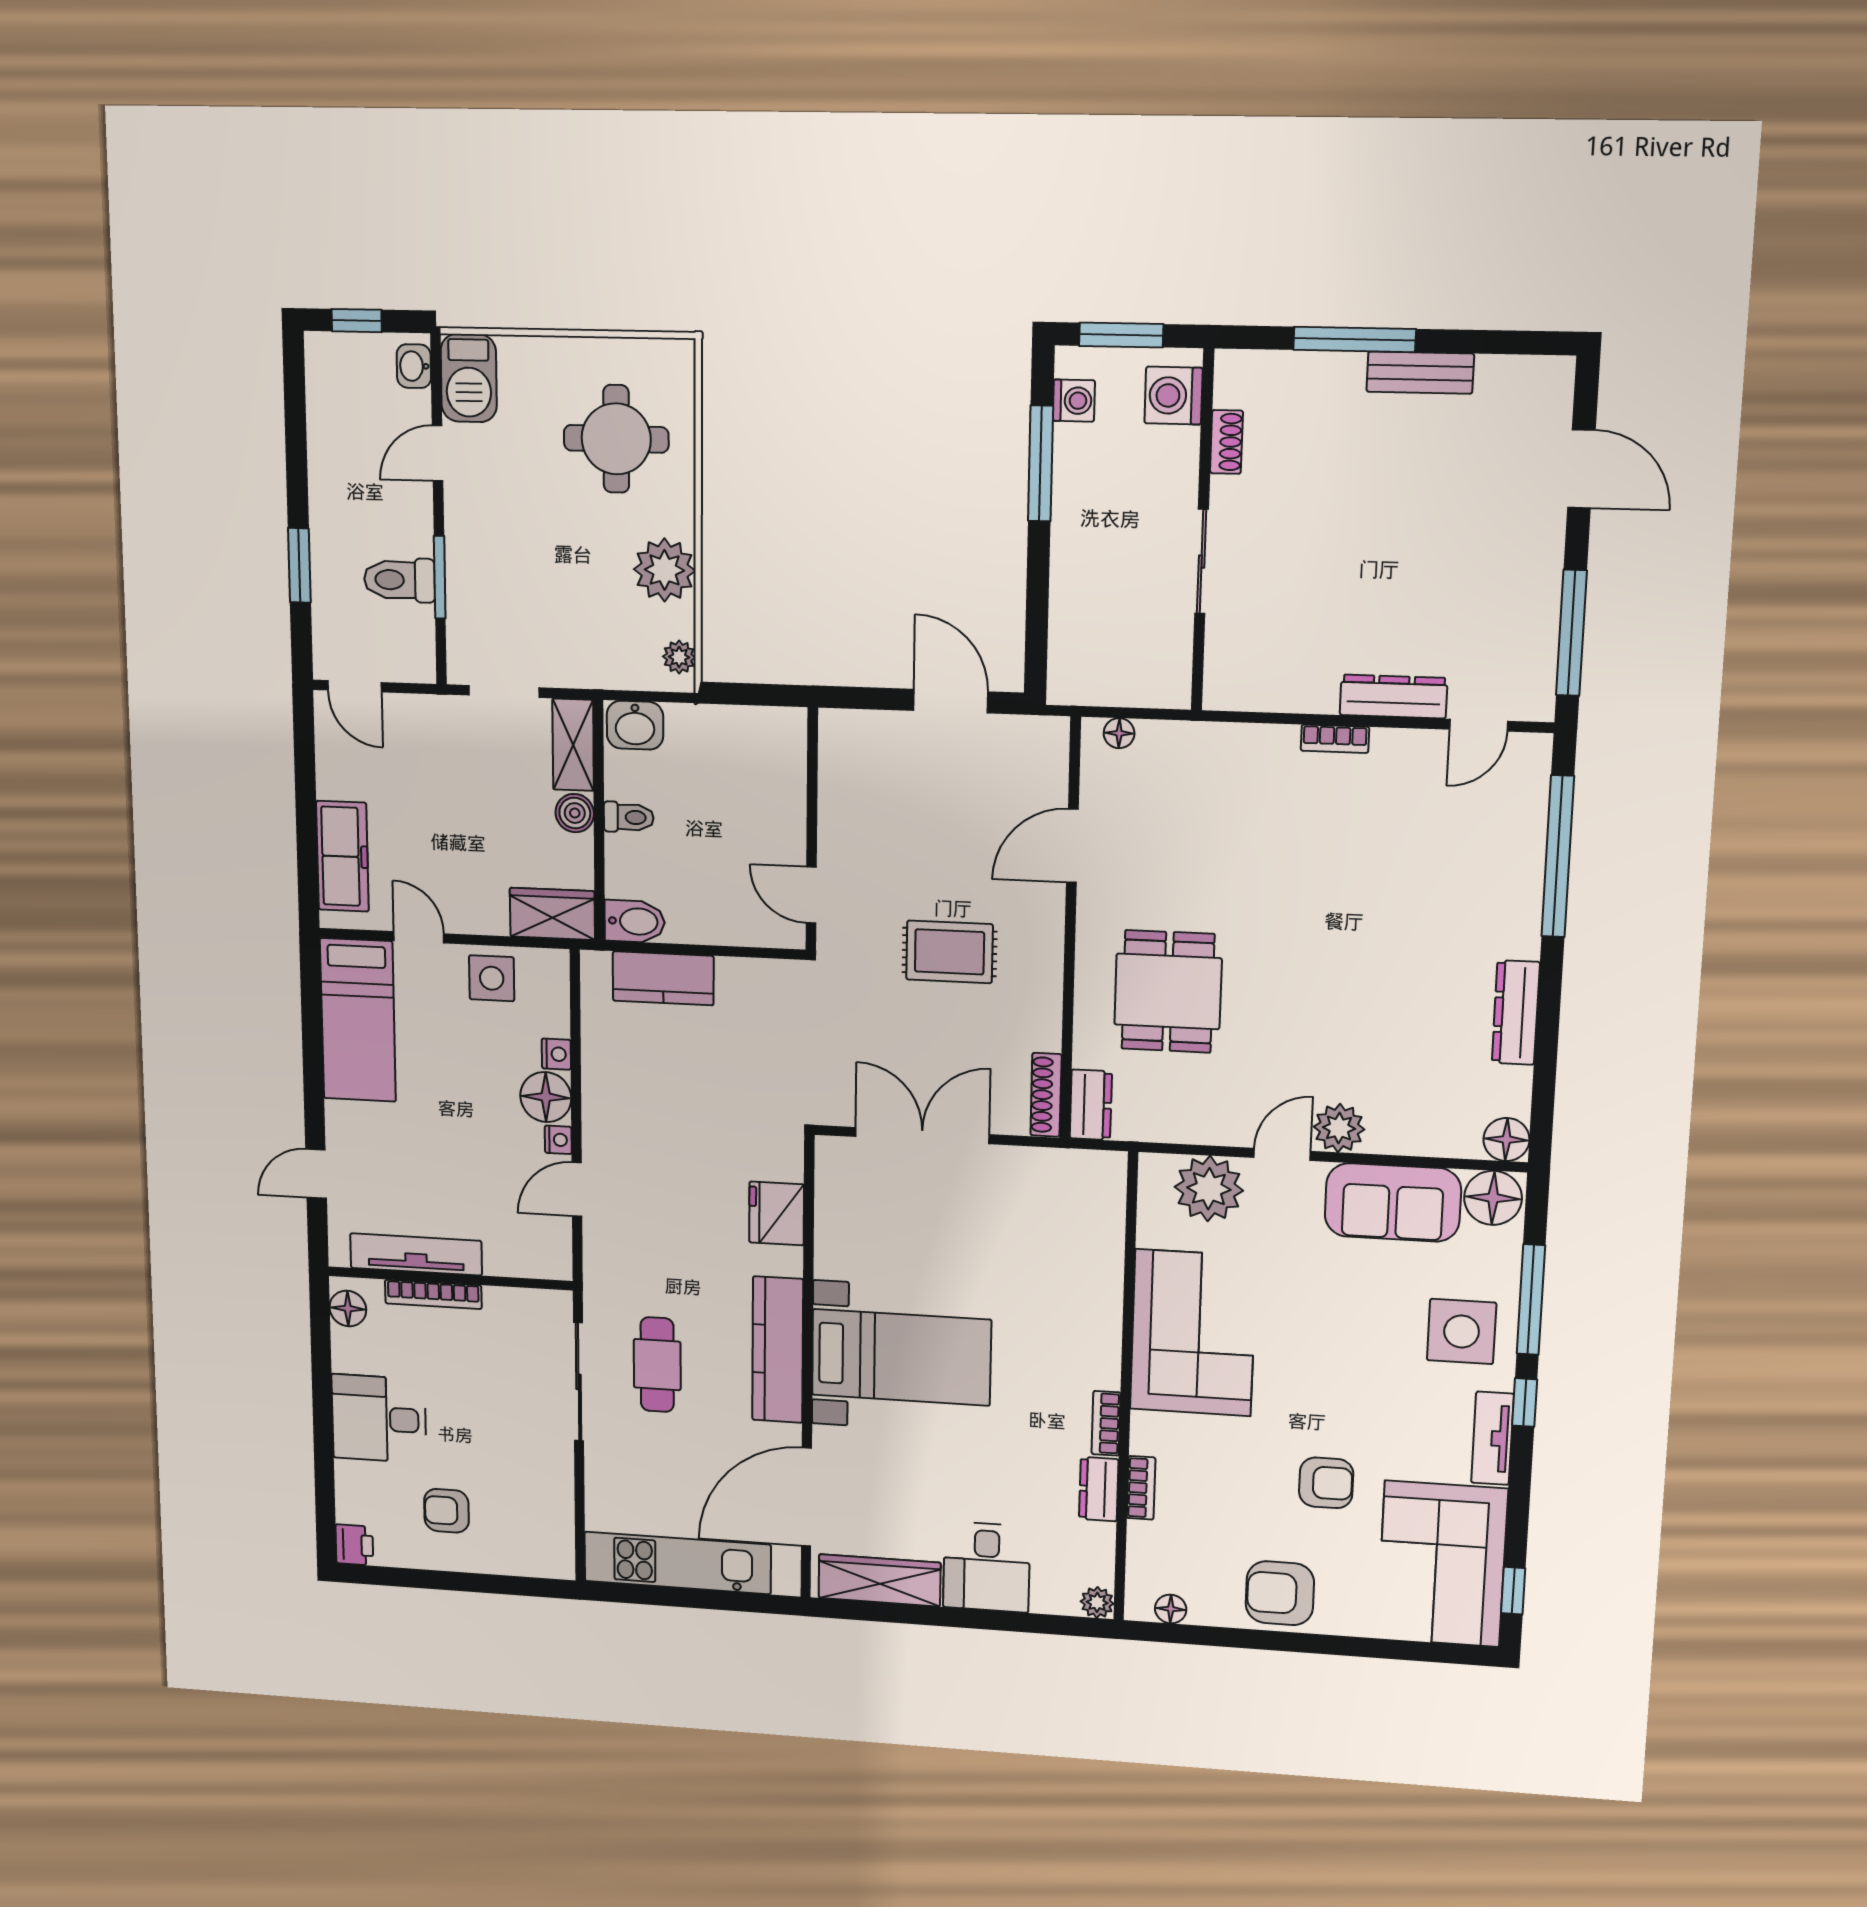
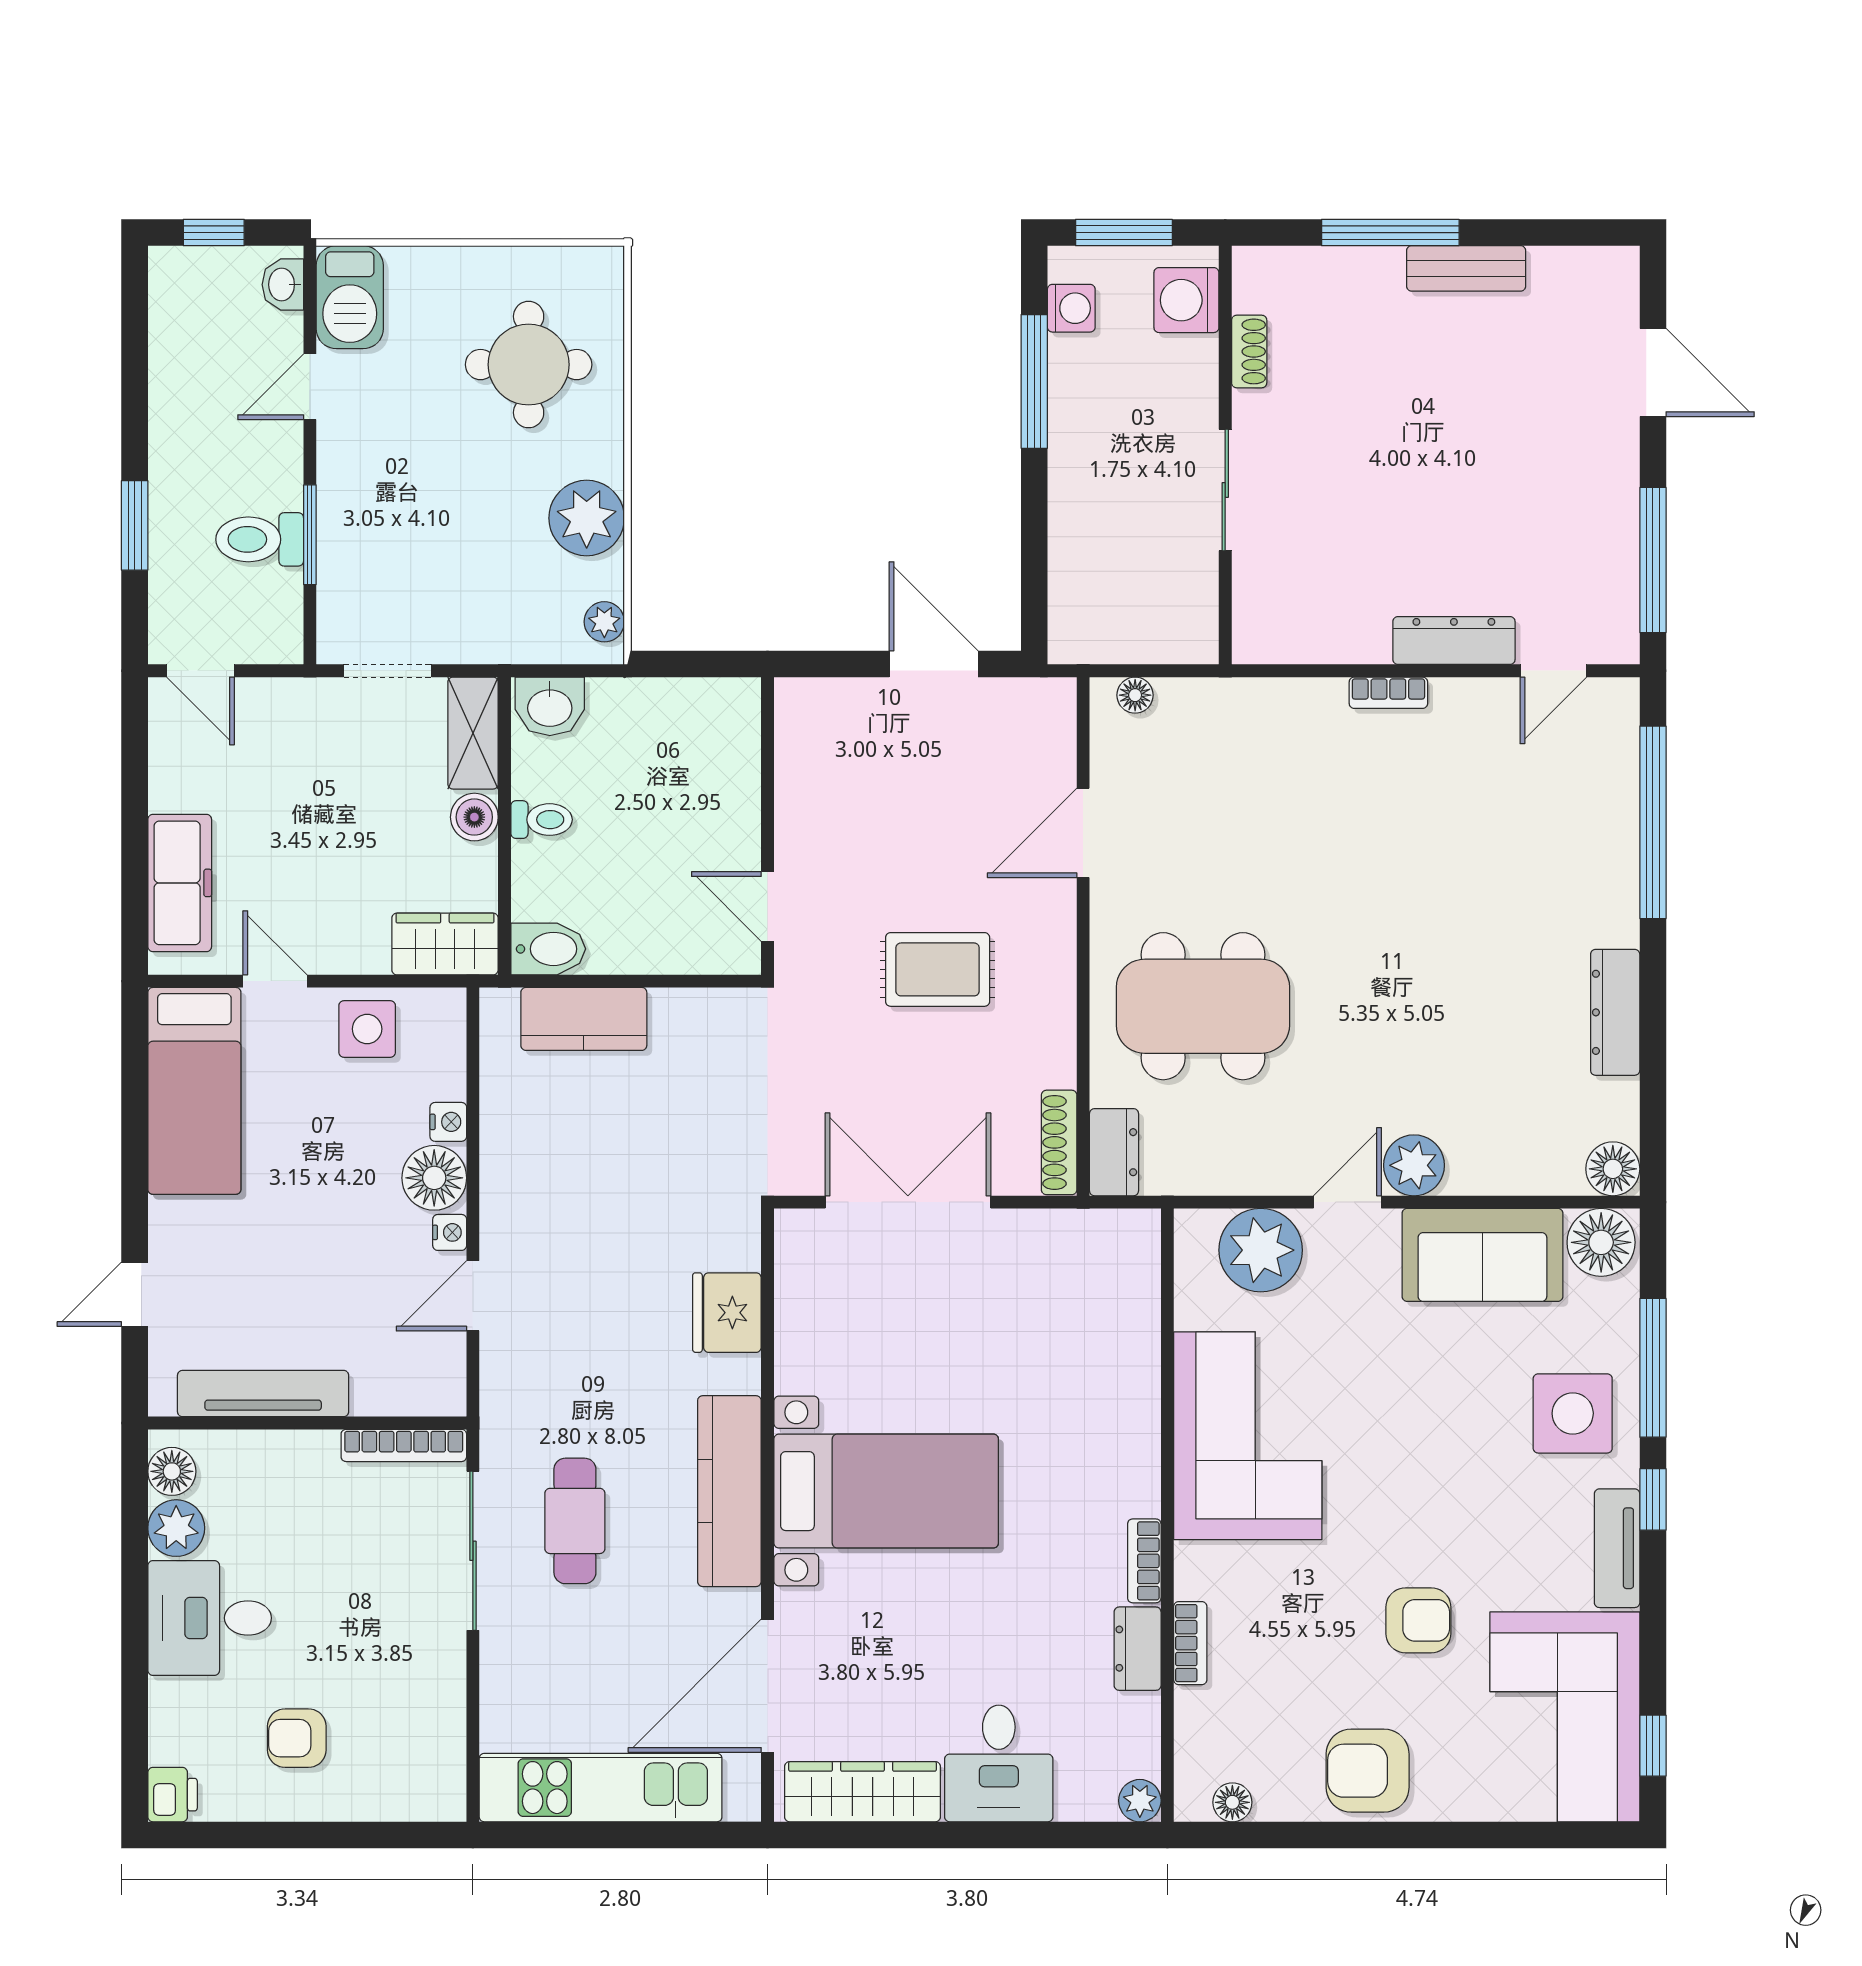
dining table: (1168, 992) -> (1203, 1006), width x1.38
bookcase: (433, 1294) -> (404, 1445), moved
plant: (352, 1351) -> (176, 1528), added

